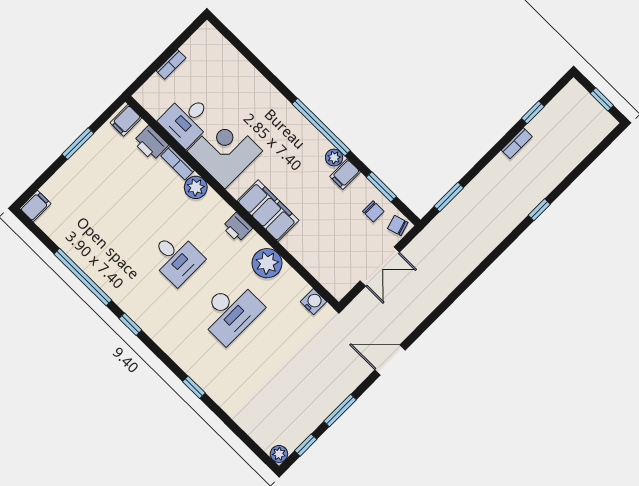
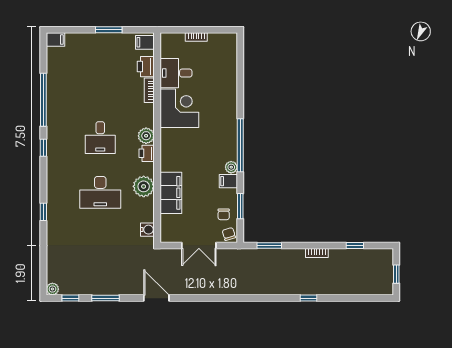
bookcase: (517, 143) -> (317, 253), moved
plant: (196, 187) -> (146, 136), moved
filing cabinet: (268, 211) -> (171, 193), moved

